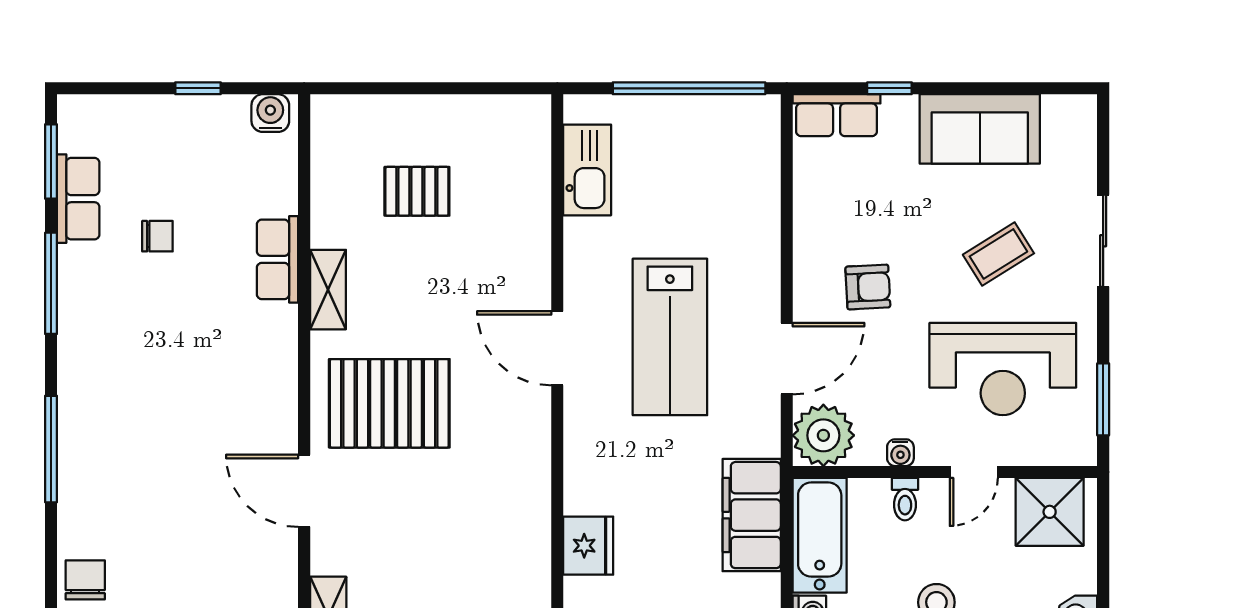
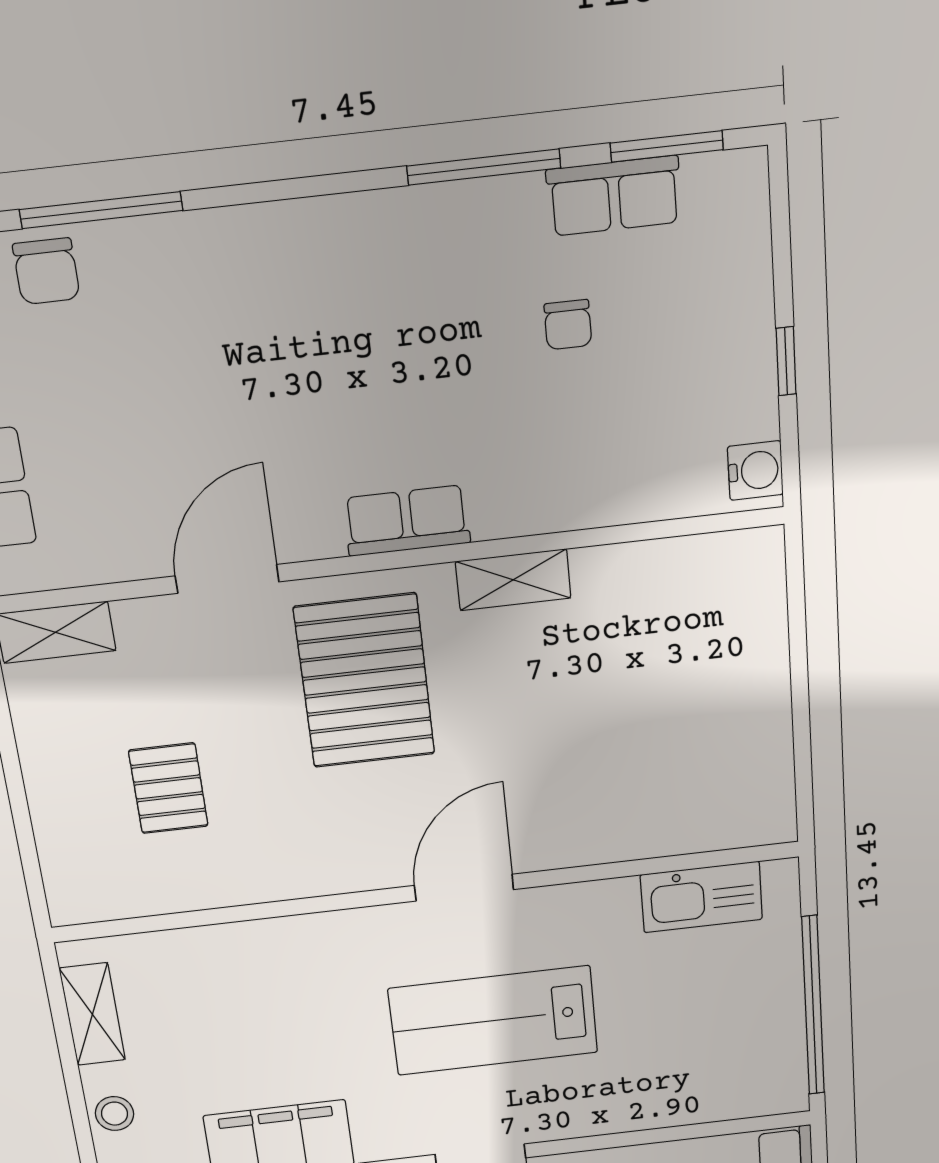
pallet: (417, 191) -> (168, 788), moved
row of seats: (278, 259) -> (407, 521), moved
window: (51, 449) -> (101, 210), moved
fridge: (588, 546) -> (210, 955), removed
chair: (85, 580) -> (46, 271), turned 90

